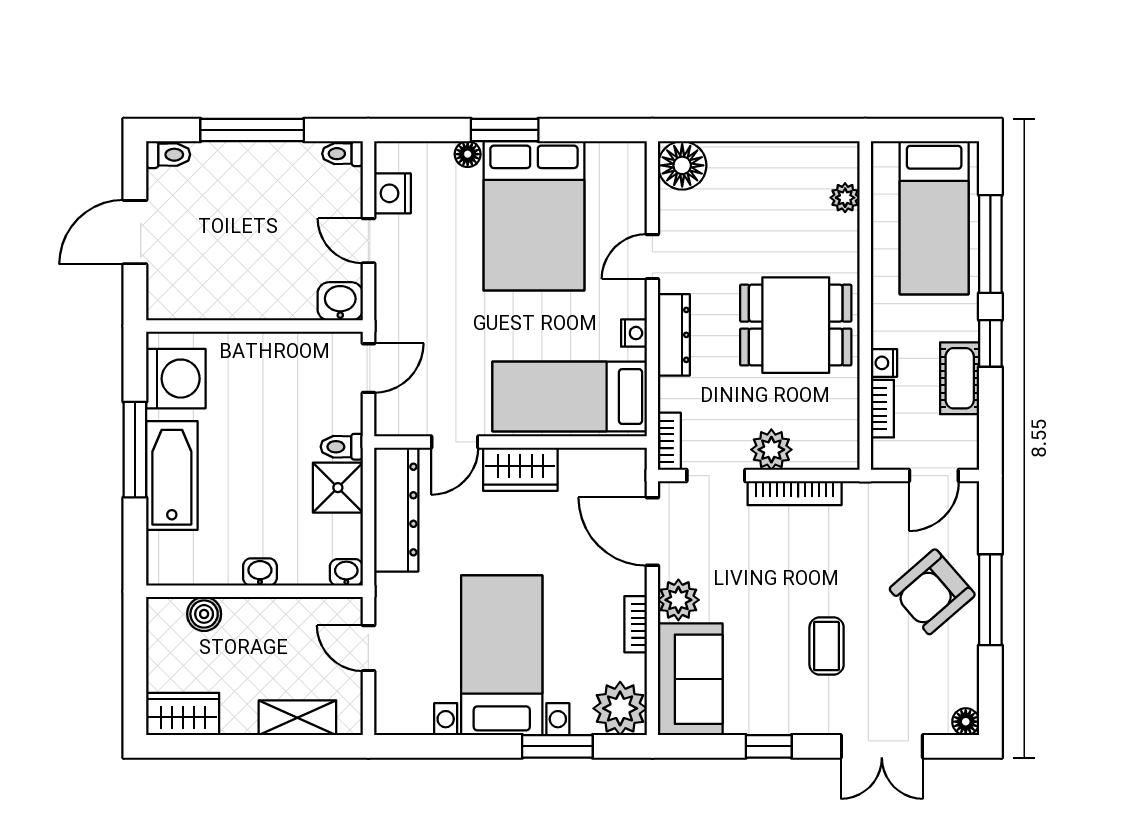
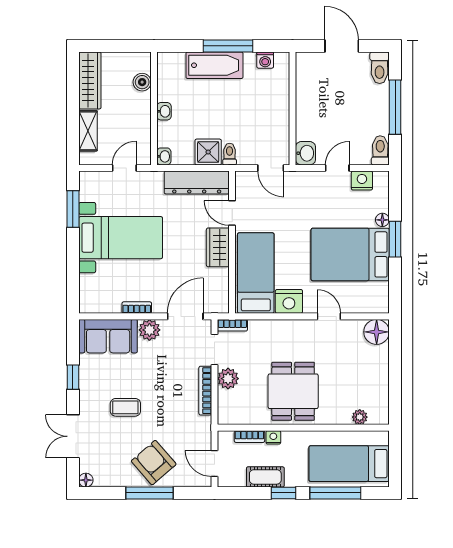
toilet: (343, 154) -> (380, 150), width x1.37, depth x1.39
toilet: (168, 155) -> (380, 68), width x1.37, depth x1.39
nightstand: (634, 333) -> (289, 301), width x1.89, depth x1.79
dresser: (674, 335) -> (288, 328), removed
washing machine: (176, 379) -> (265, 60), width x0.53, depth x0.53
plant: (620, 708) -> (93, 299), removed
wardrobe: (183, 714) -> (90, 80), width x1.50
window: (557, 746) -> (73, 209), moved

